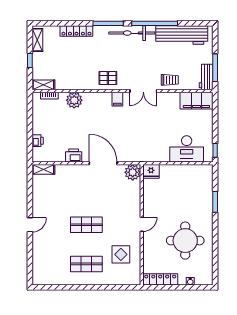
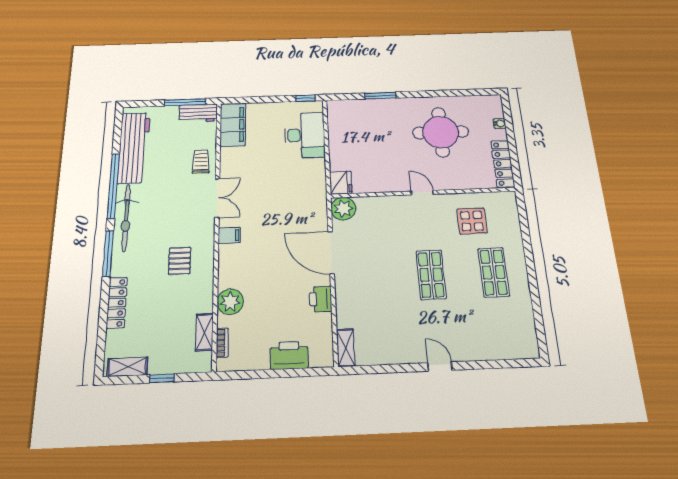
pallet: (108, 78) -> (180, 261), moved
shelving: (43, 85) -> (204, 332), moved
printer: (38, 141) -> (289, 355), width x1.87, depth x1.48
door: (103, 163) -> (331, 253), hinge flipped

